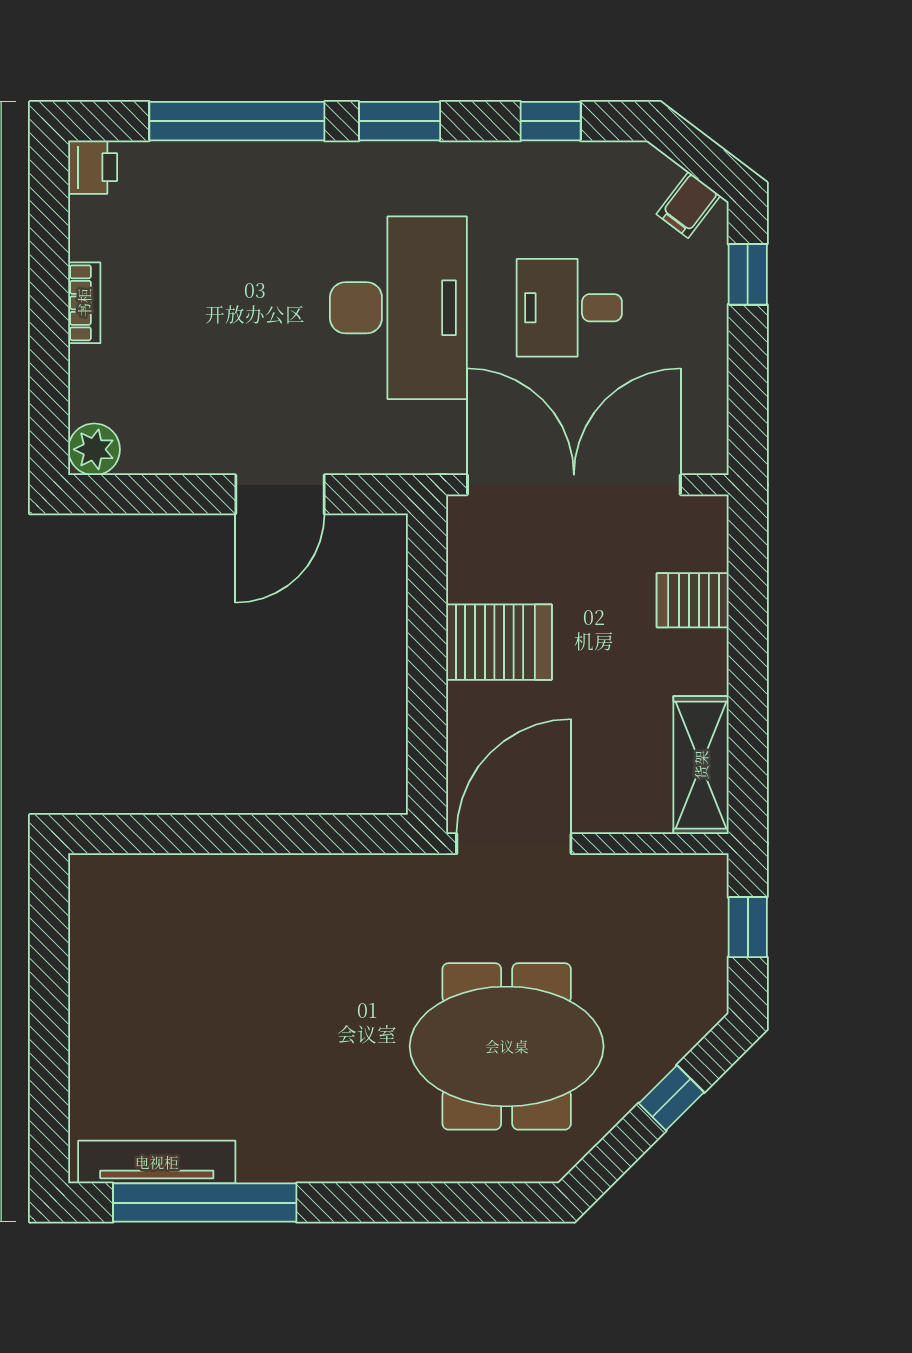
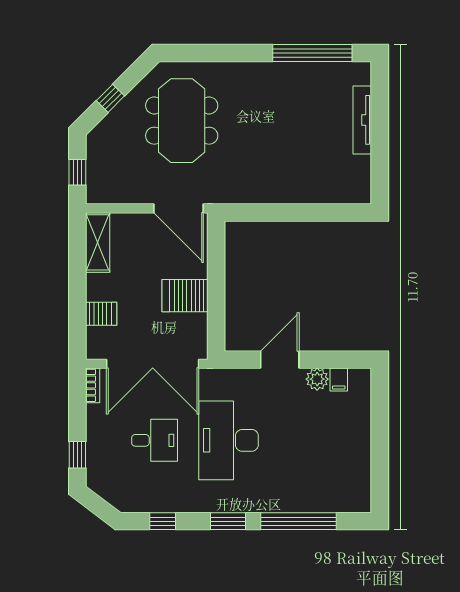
printer: (93, 167) -> (361, 501), removed
filing cabinet: (688, 205) -> (339, 379), moved, turned 143
bookcase: (84, 303) -> (93, 385), moved, turned 180
plant: (94, 449) -> (317, 379), moved
door: (514, 844) -> (178, 208), hinge flipped
meeting table: (507, 1046) -> (182, 121), turned 90
tv unit: (157, 1162) -> (362, 120), moved, turned 90

